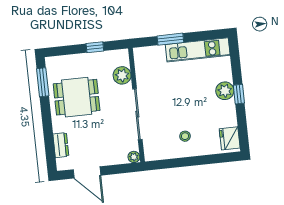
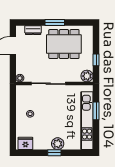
kitchen unit: (198, 50) -> (87, 121), width x1.36
plant: (122, 75) -> (87, 76), moved
window: (43, 82) -> (55, 22), moved
dining table: (77, 97) -> (64, 44), width x1.38

